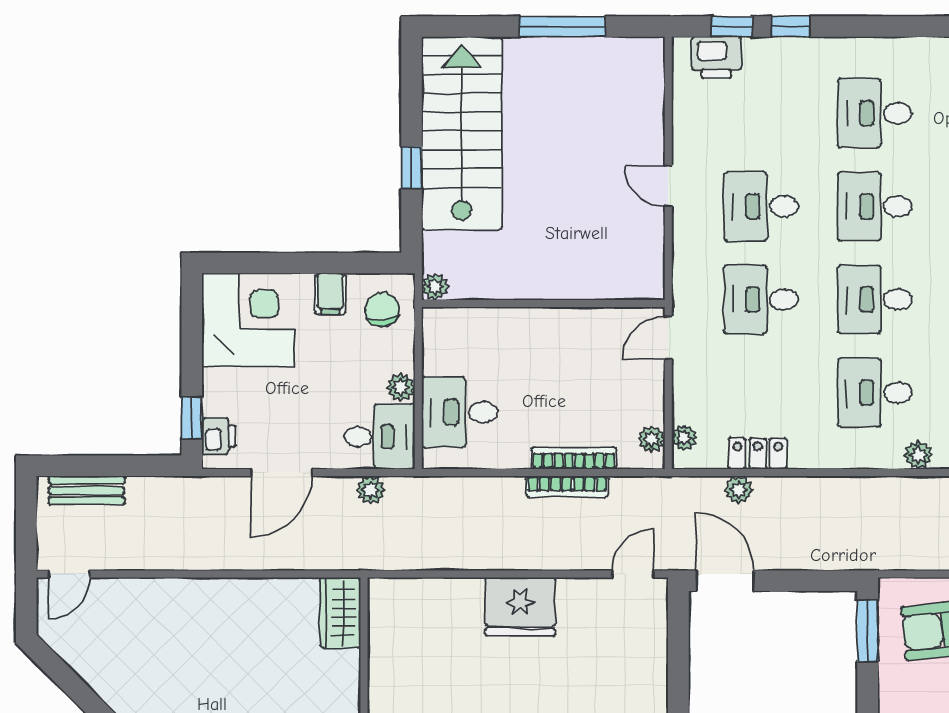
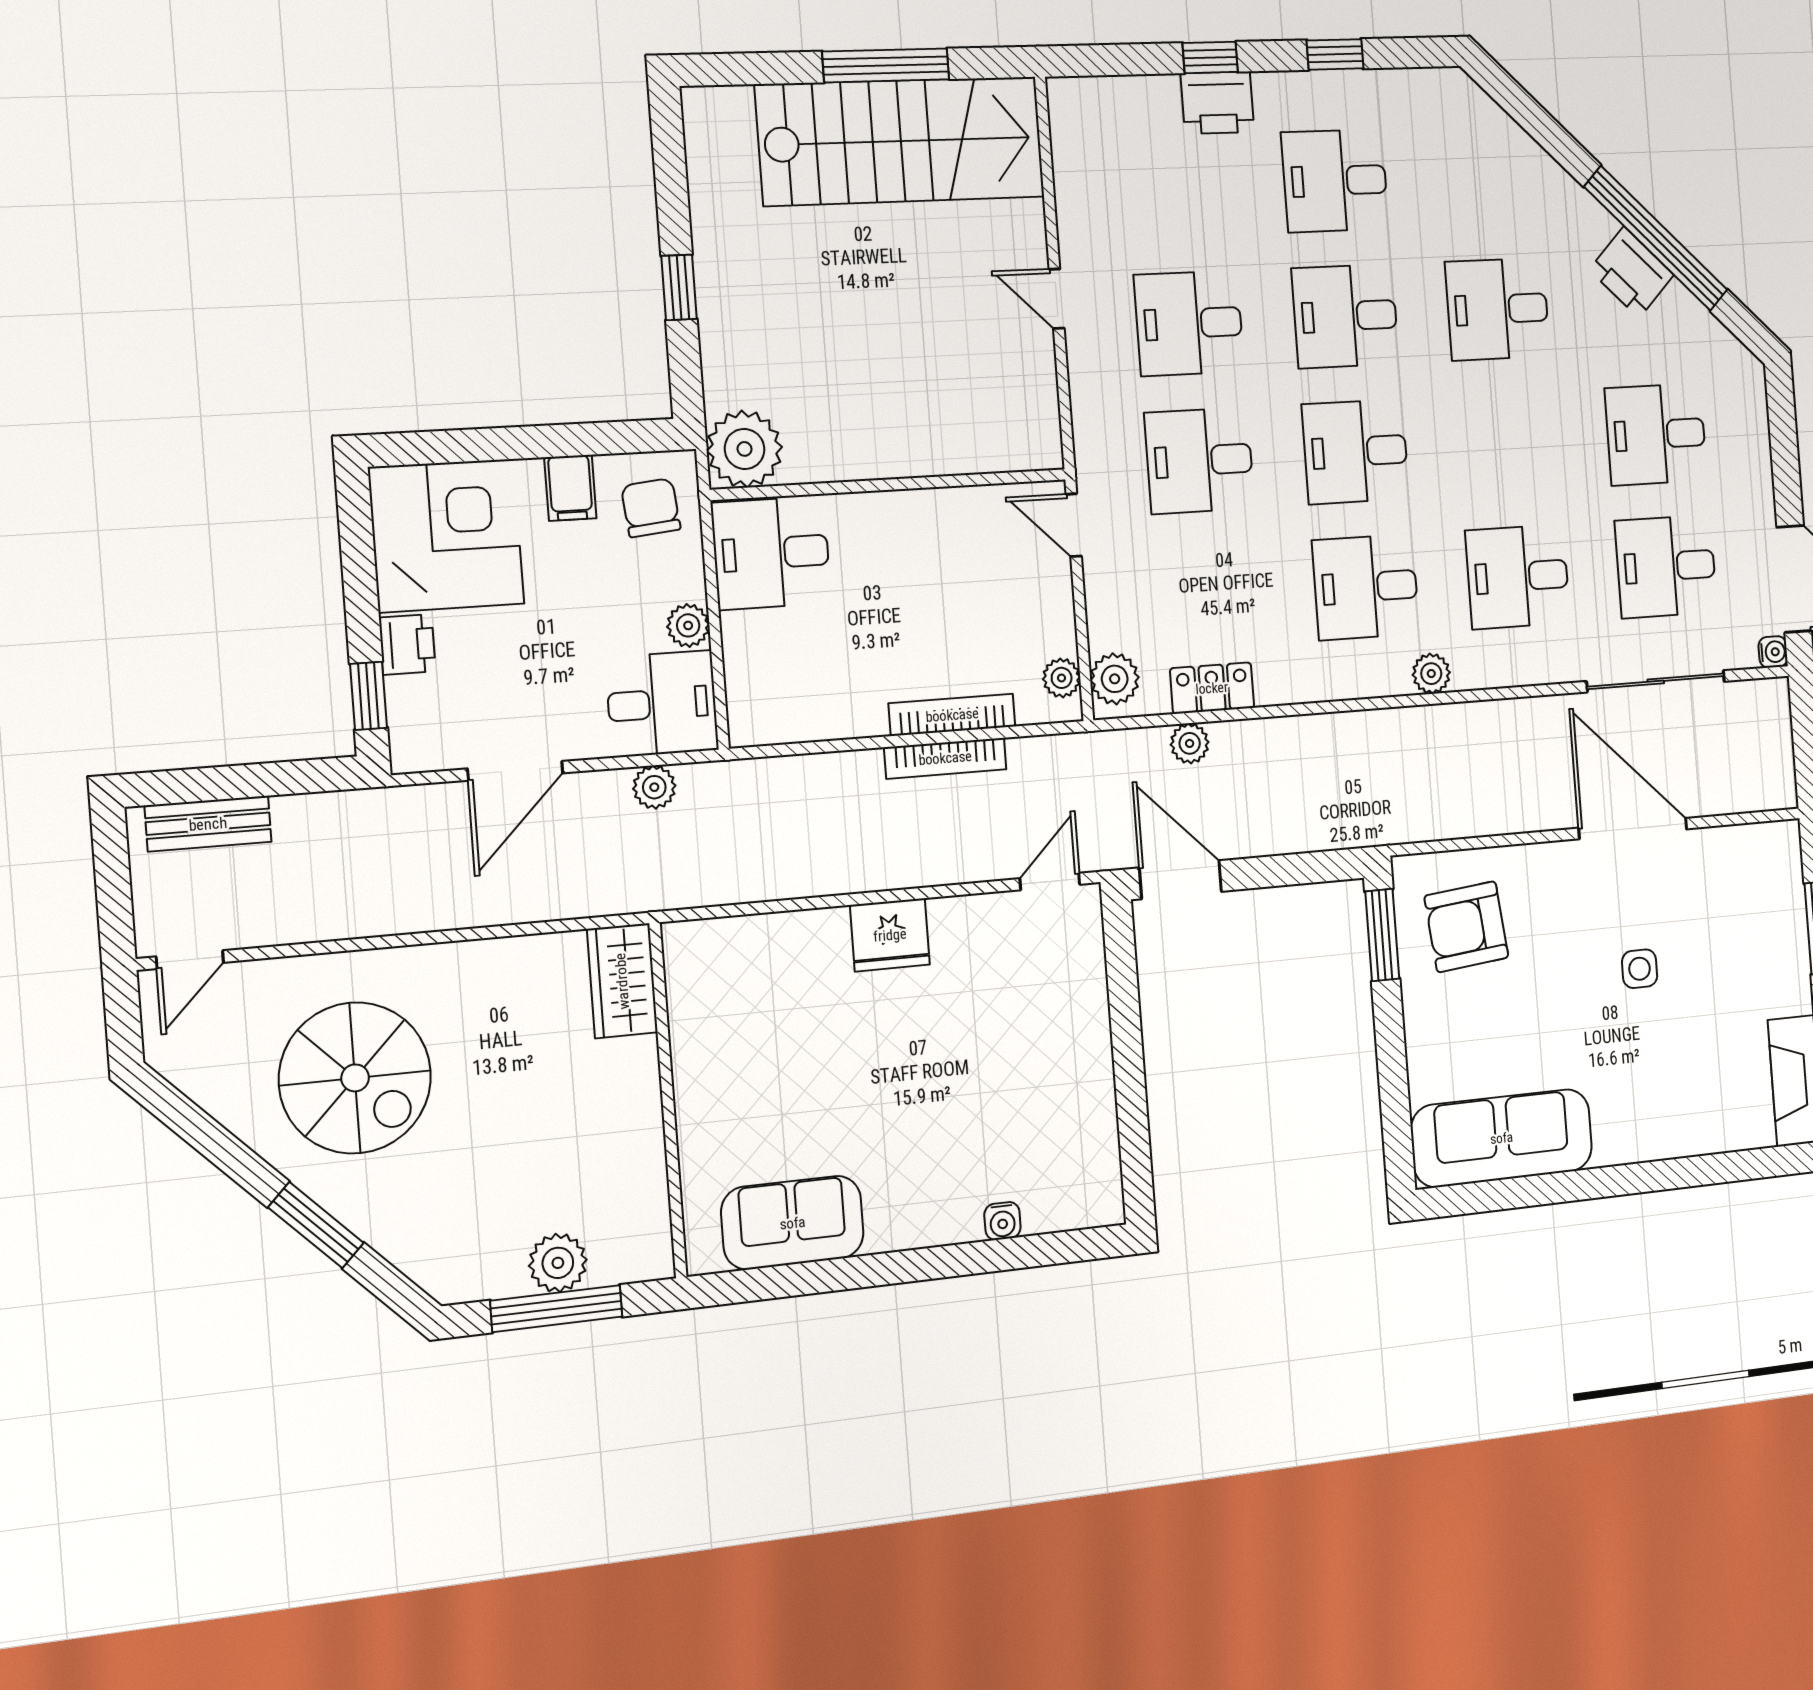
window: (732, 26) -> (1335, 54), moved
printer: (716, 57) -> (1217, 103), moved
stairs: (462, 133) -> (901, 141), moved, turned 90
plant: (435, 287) -> (744, 449), width x1.88, depth x1.88
door: (668, 338) -> (1074, 525), hinge flipped
desk: (460, 412) -> (771, 553), moved
printer: (219, 436) -> (407, 644), moved
plant: (684, 438) -> (1115, 679), width x1.38, depth x1.38
fridge: (520, 607) -> (890, 935), width x0.73, depth x0.75
spiral stairs: (166, 658) -> (355, 1078), added

